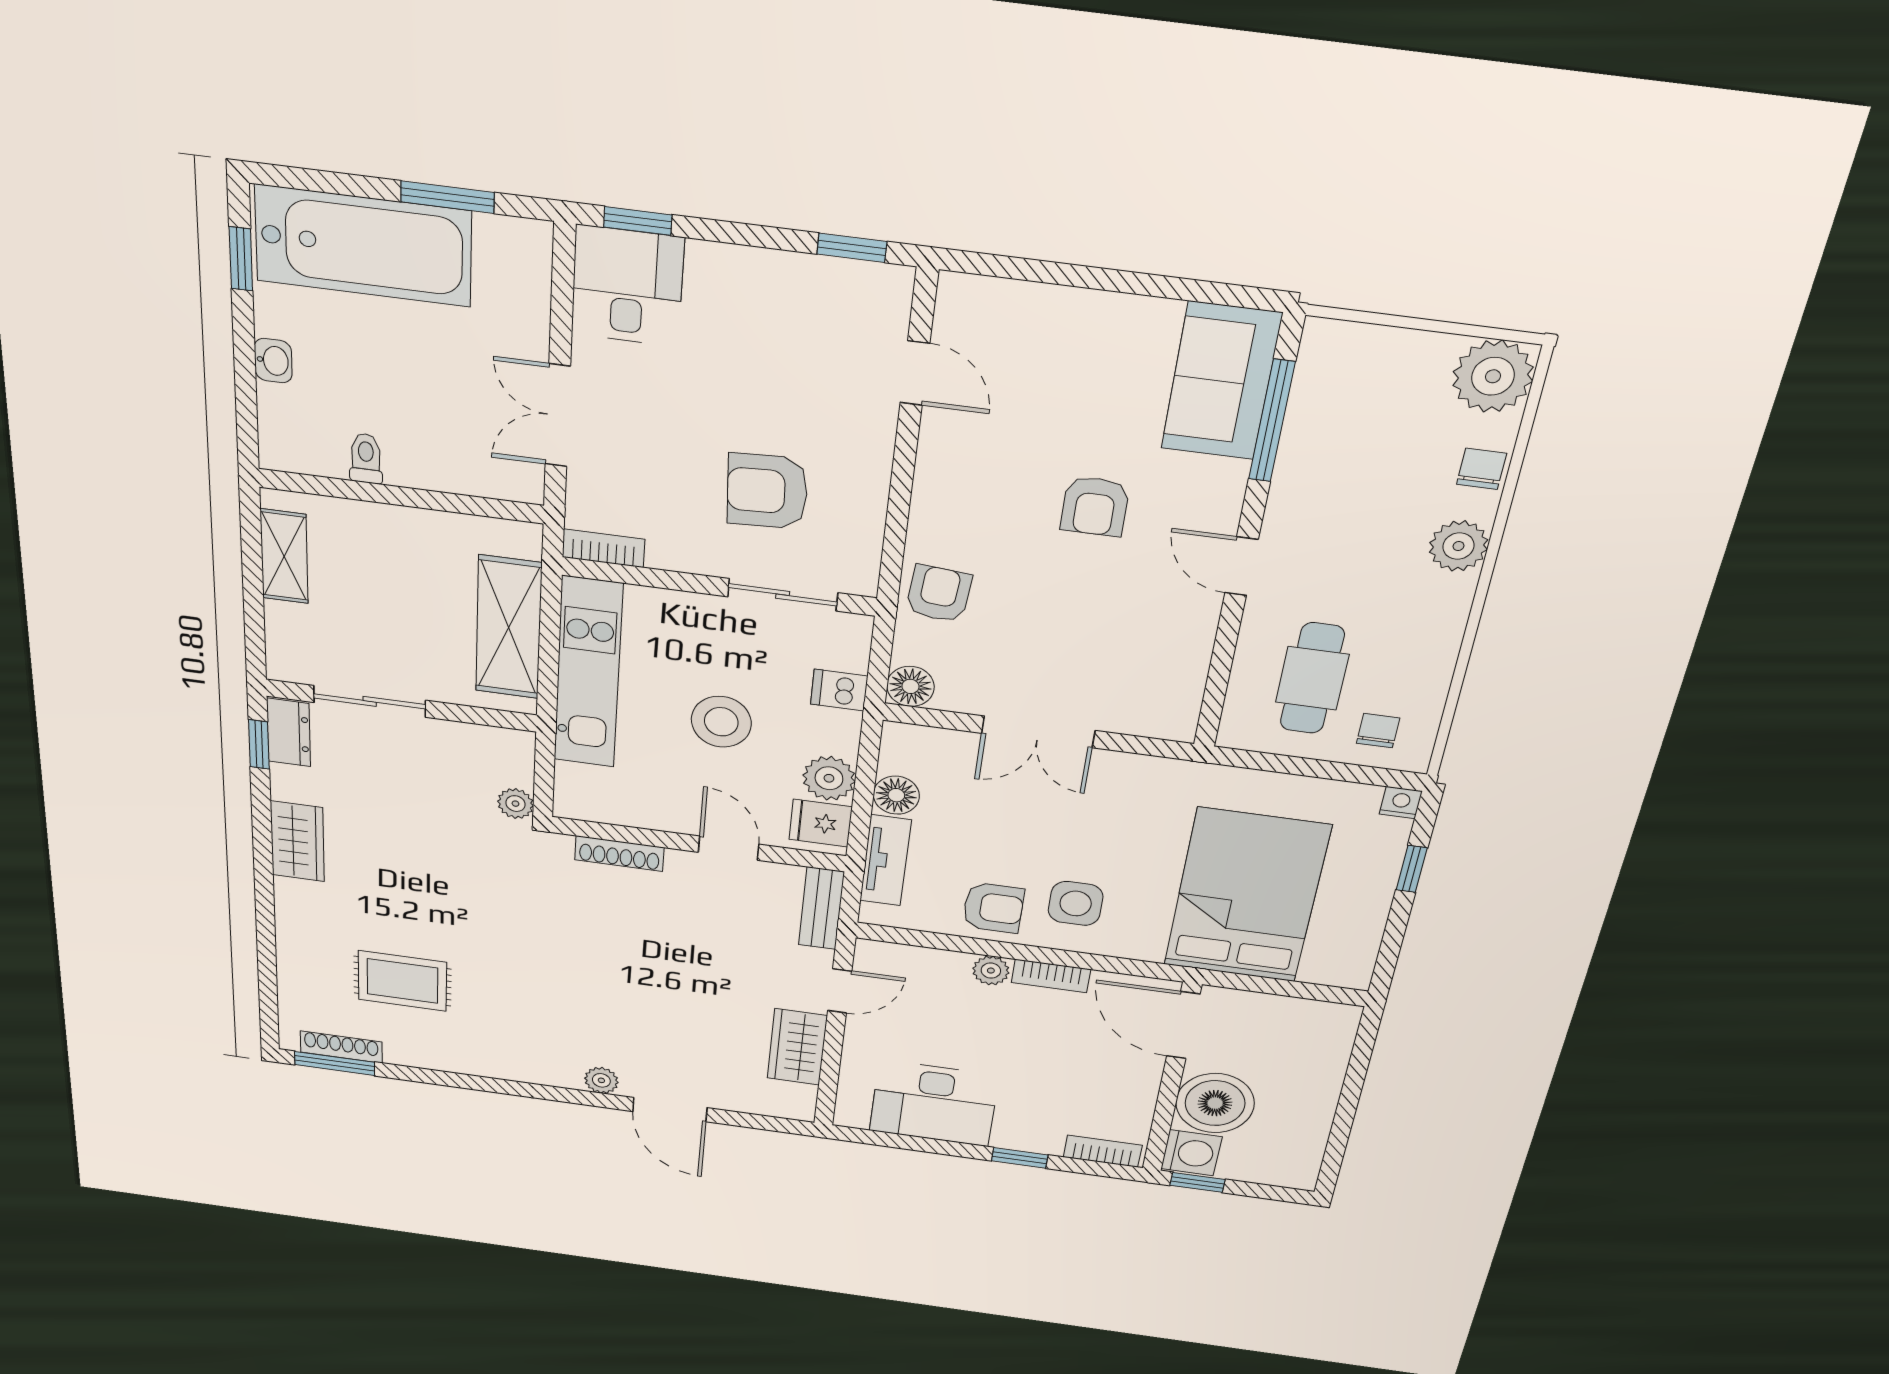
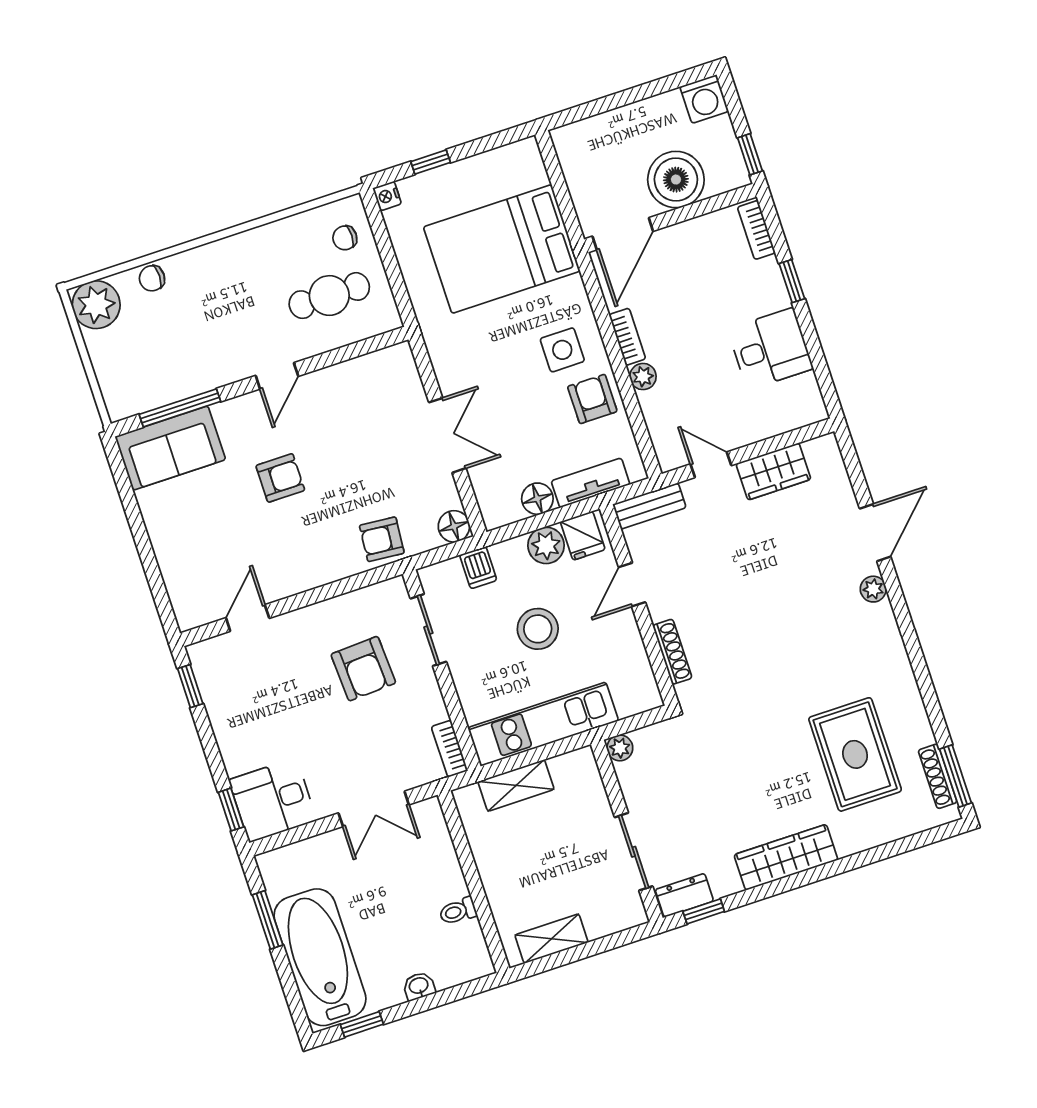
plant: (1458, 546) -> (204, 263), removed
shelving: (509, 627) -> (516, 785), width x0.67, depth x0.75
plant: (515, 804) -> (620, 748), moved
wardrobe: (297, 841) -> (786, 857), width x1.50
rug: (402, 981) -> (855, 754), width x1.36, depth x1.43
desk: (934, 1103) -> (770, 349), width x0.73
washing machine: (1191, 1153) -> (704, 99), moved, turned 180

